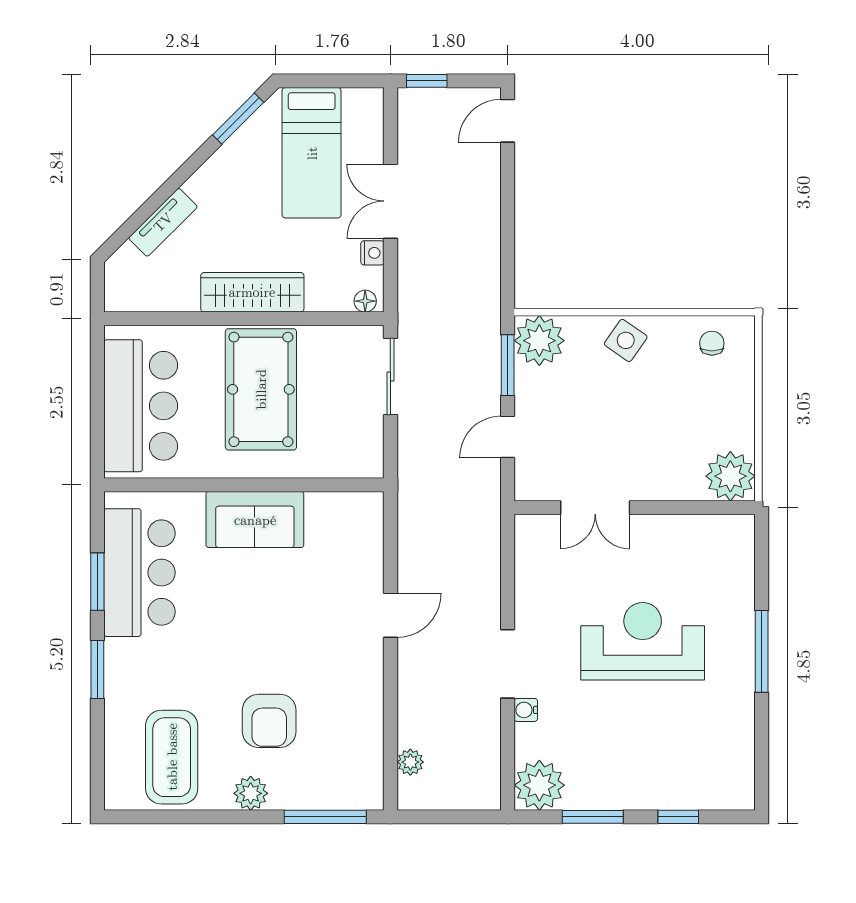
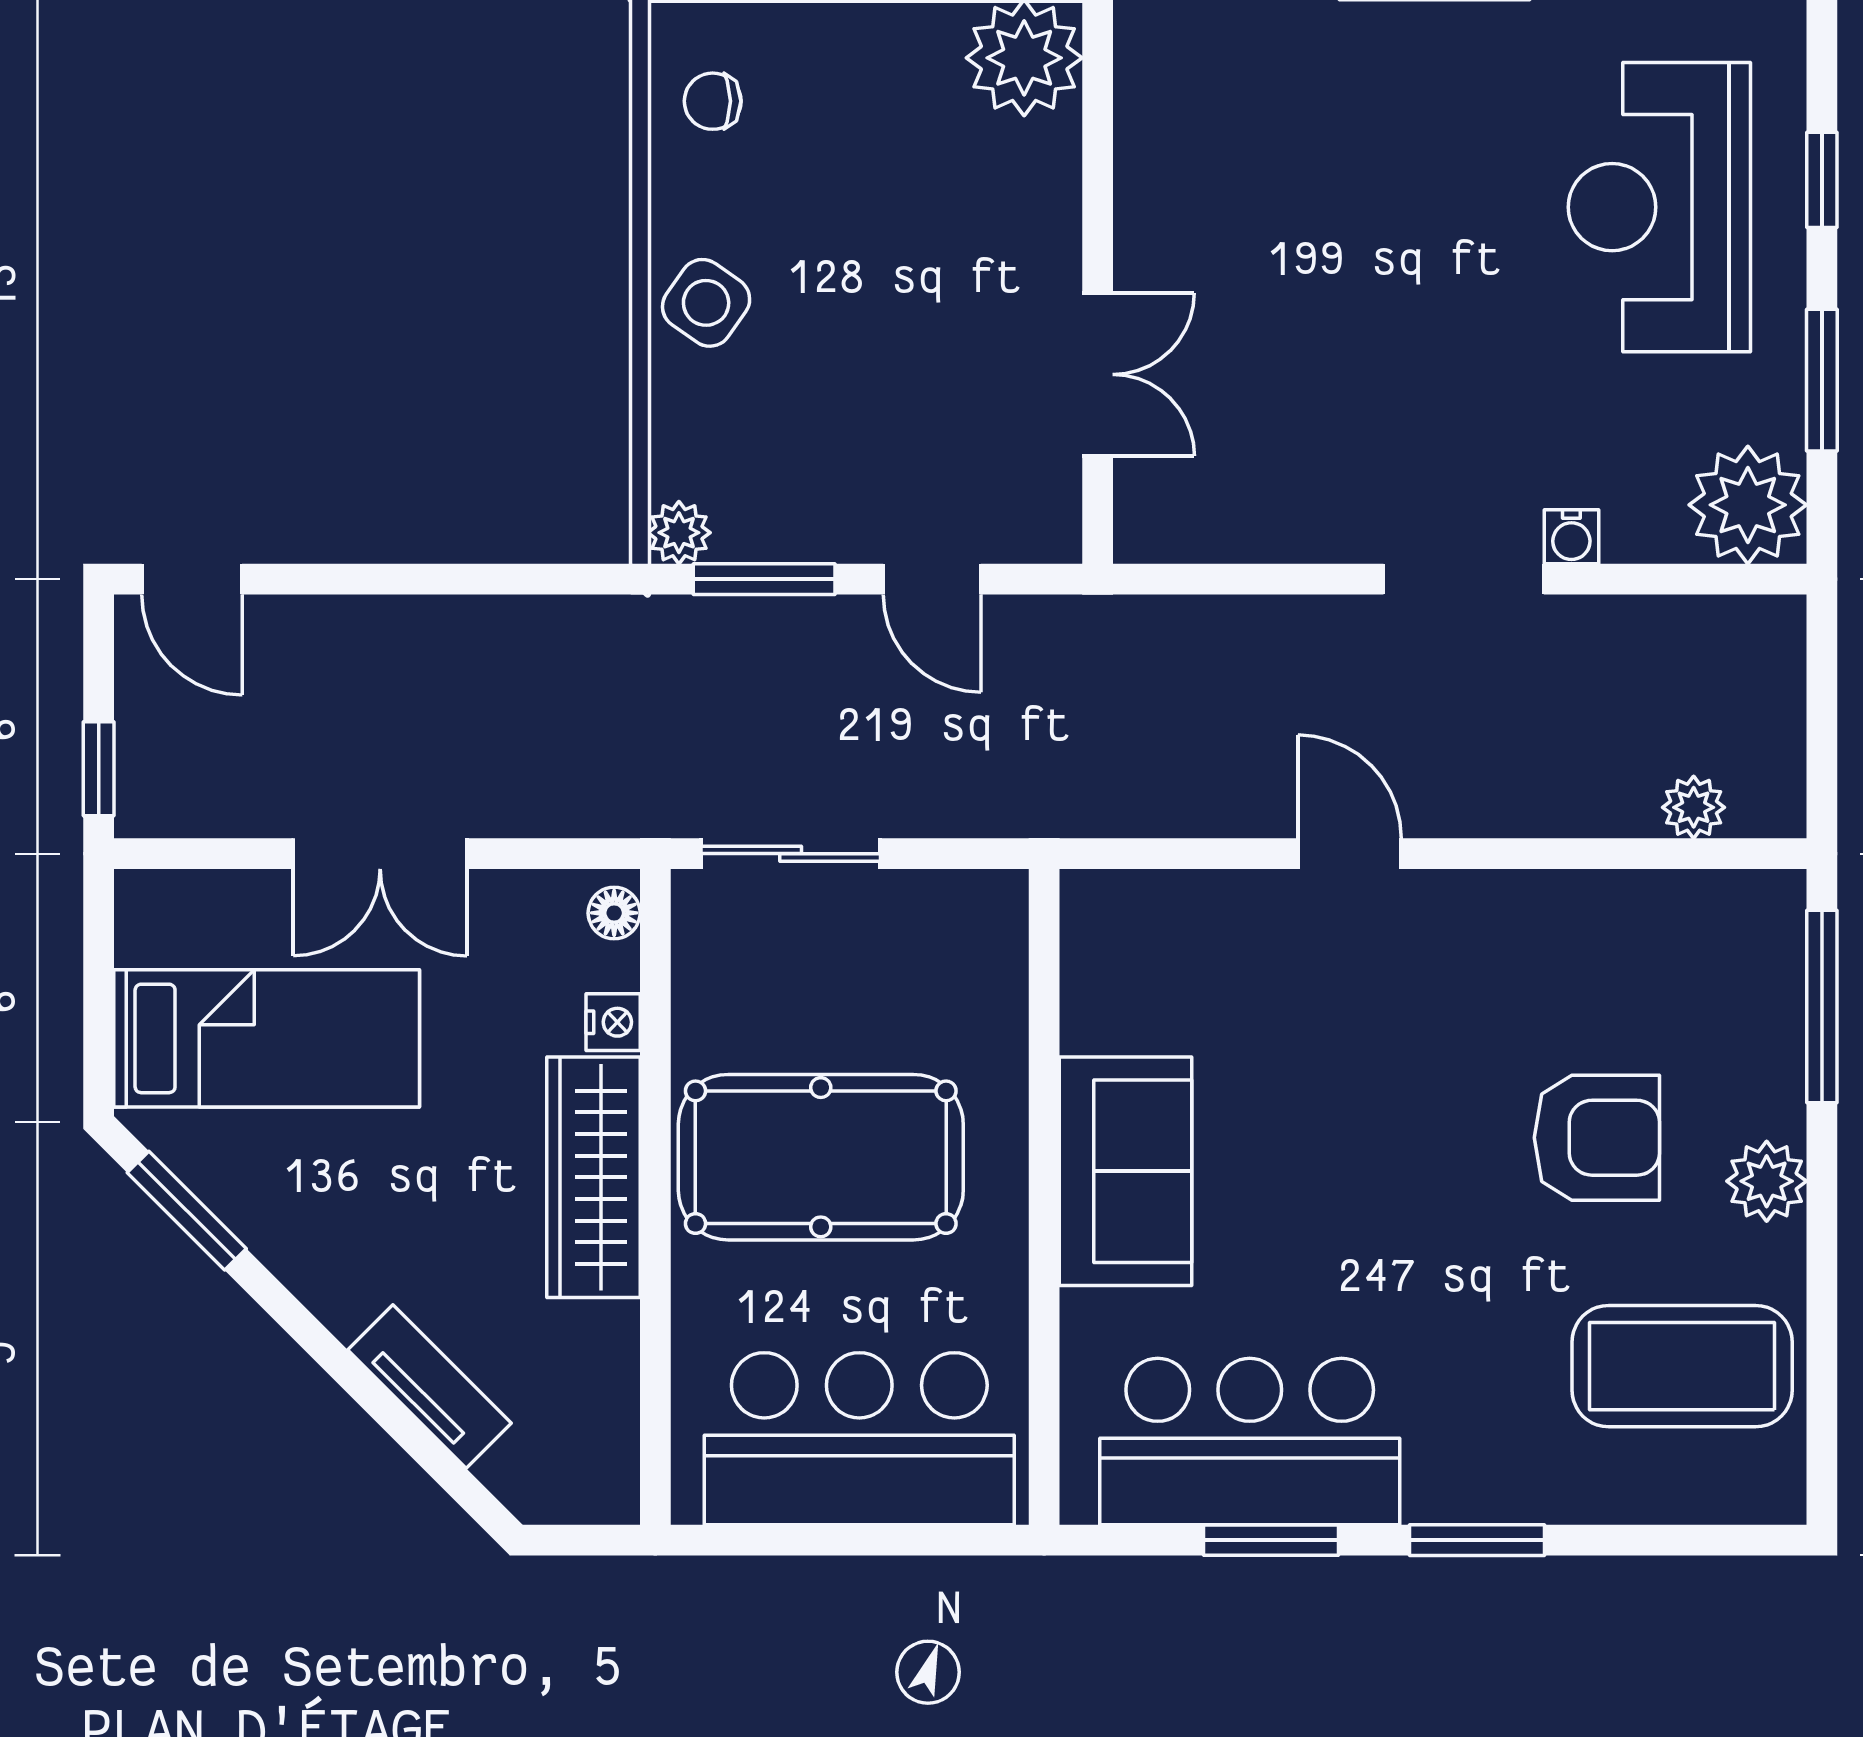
nightstand: (372, 253) -> (613, 1022), moved, turned 90
plant: (539, 341) -> (679, 533), width x0.53, depth x0.53
reception desk: (643, 641) -> (1659, 207), moved

